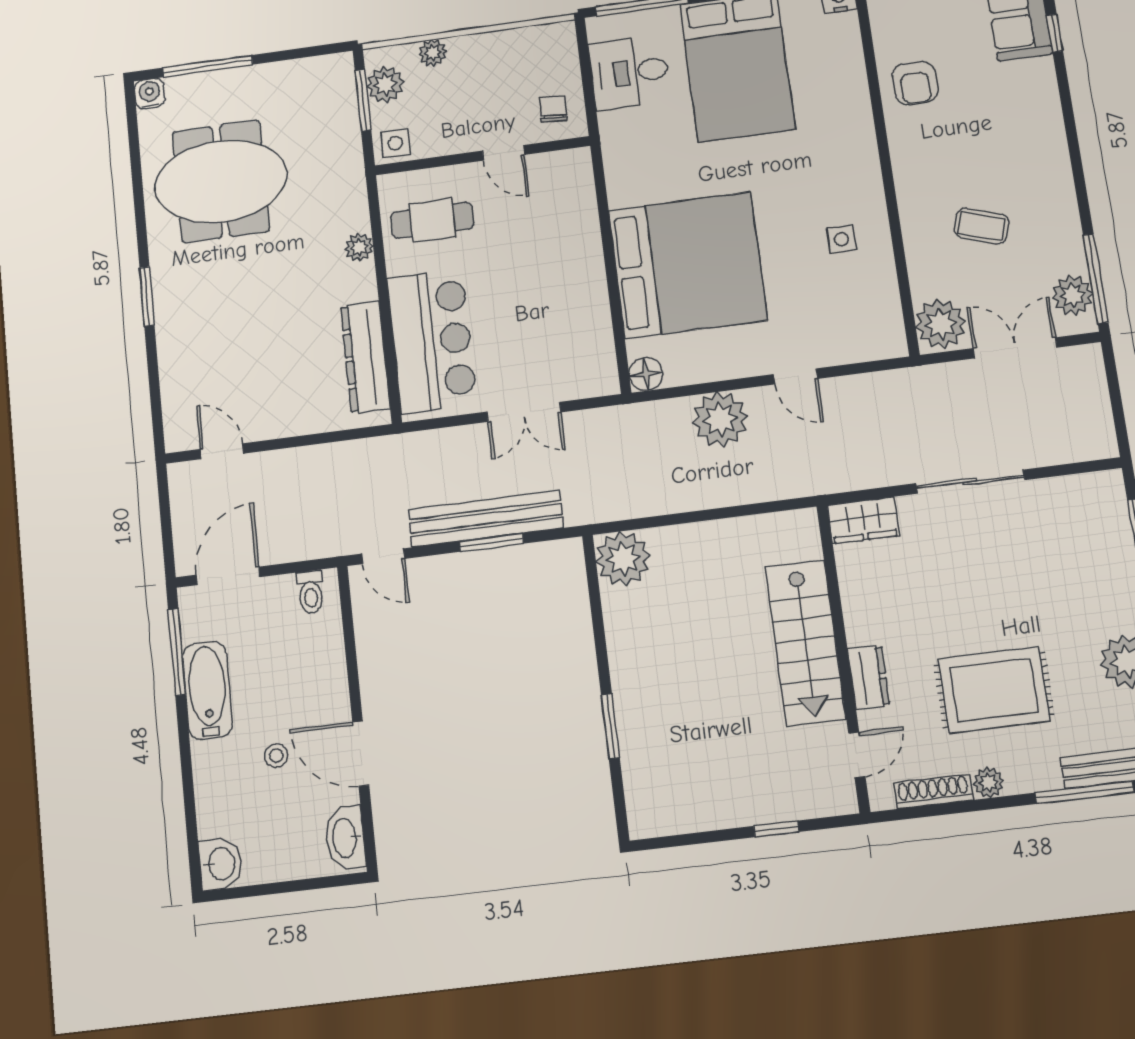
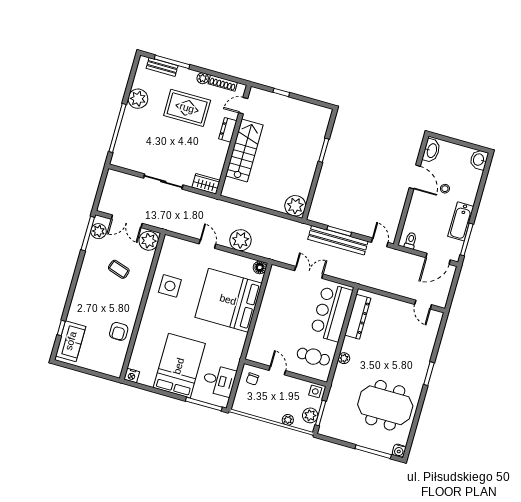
armchair: (915, 83) -> (119, 331), turned 180
side table: (841, 239) -> (170, 286), width x1.87, depth x1.87

